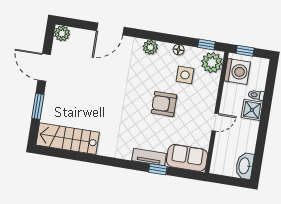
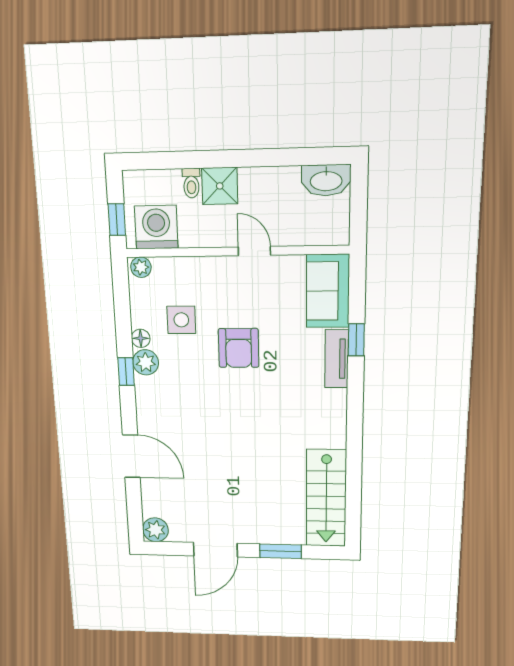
window: (206, 44) -> (126, 372), moved
plant: (150, 47) -> (146, 362), moved
plant: (212, 63) -> (141, 267), width x0.53, depth x0.53

